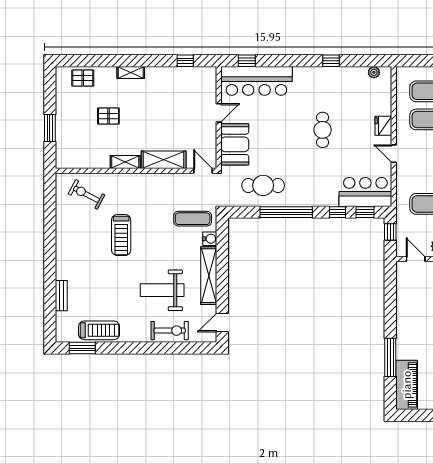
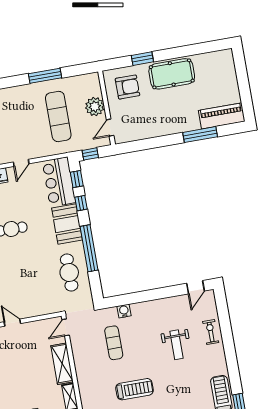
booth: (235, 144) -> (67, 224), moved, turned 90
exercise mat: (193, 219) -> (114, 343), moved
shelving: (209, 276) -> (157, 306), removed
weight bench: (162, 290) -> (176, 345), width x0.73, depth x0.75
door: (222, 322) -> (196, 287), hinge flipped
exercise bike: (170, 331) -> (211, 332), width x0.73, depth x0.72

